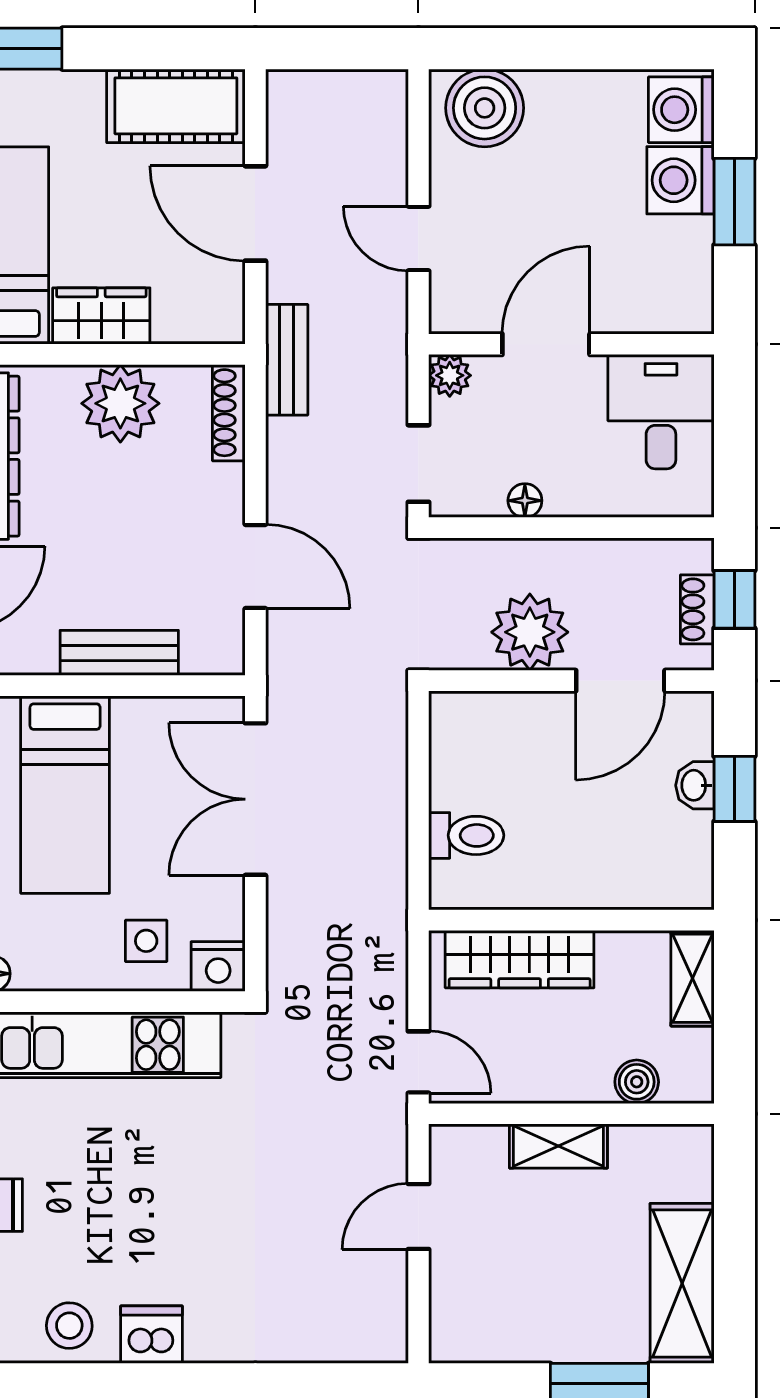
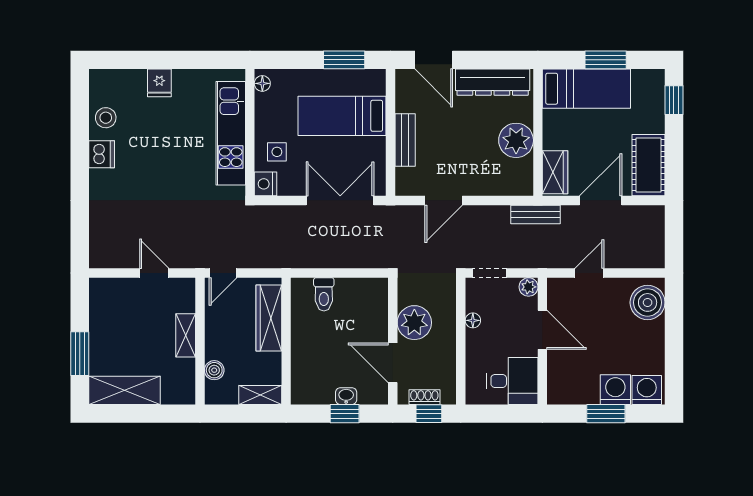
wardrobe: (101, 316) -> (555, 172), moved
shoe rack: (229, 413) -> (512, 189), removed

